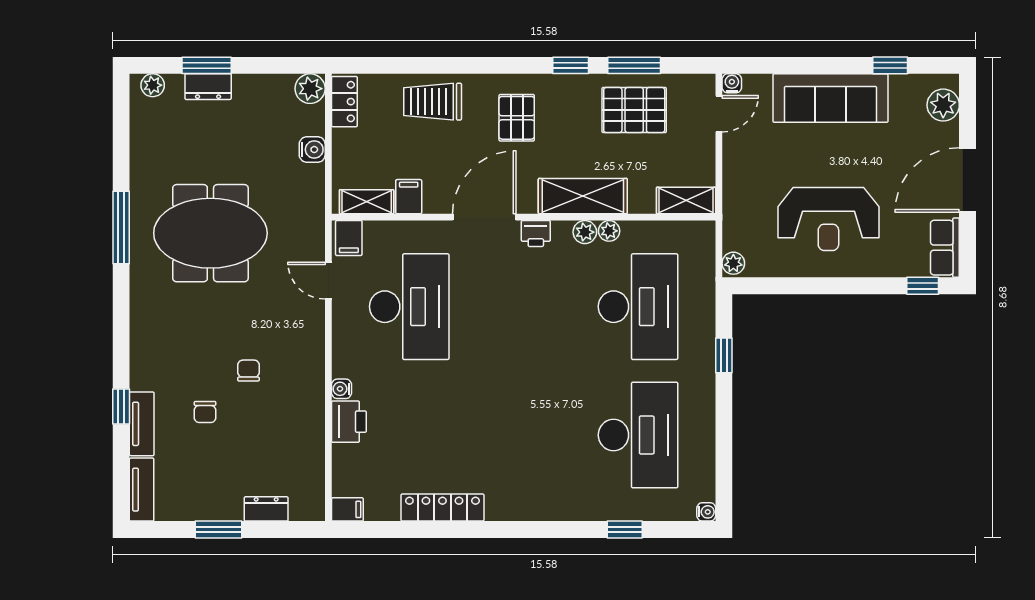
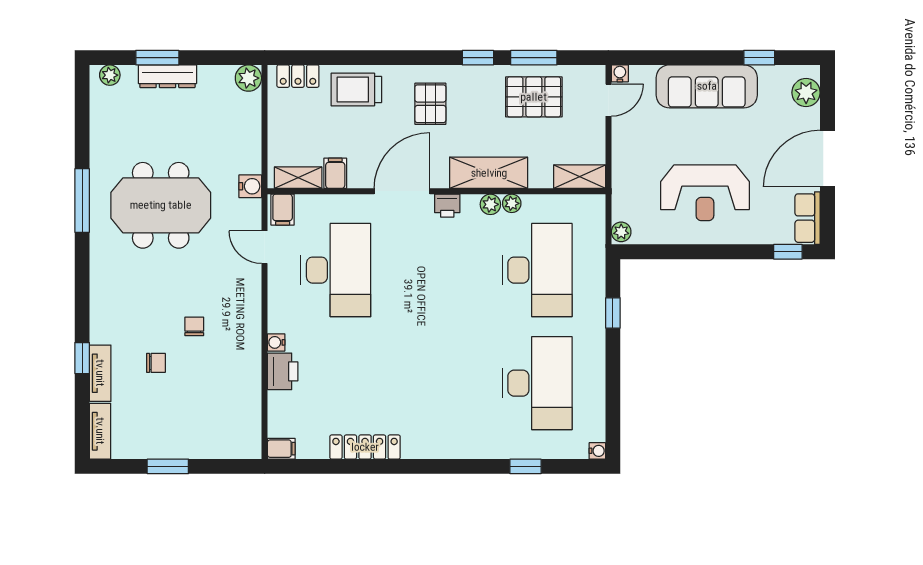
dresser: (208, 87) -> (167, 76), width x1.44
locker: (344, 102) -> (298, 76), moved, turned 90
water cooler: (312, 150) -> (250, 186), moved
chair: (205, 412) -> (156, 363), turned -90
dresser: (266, 509) -> (210, 448), removed

